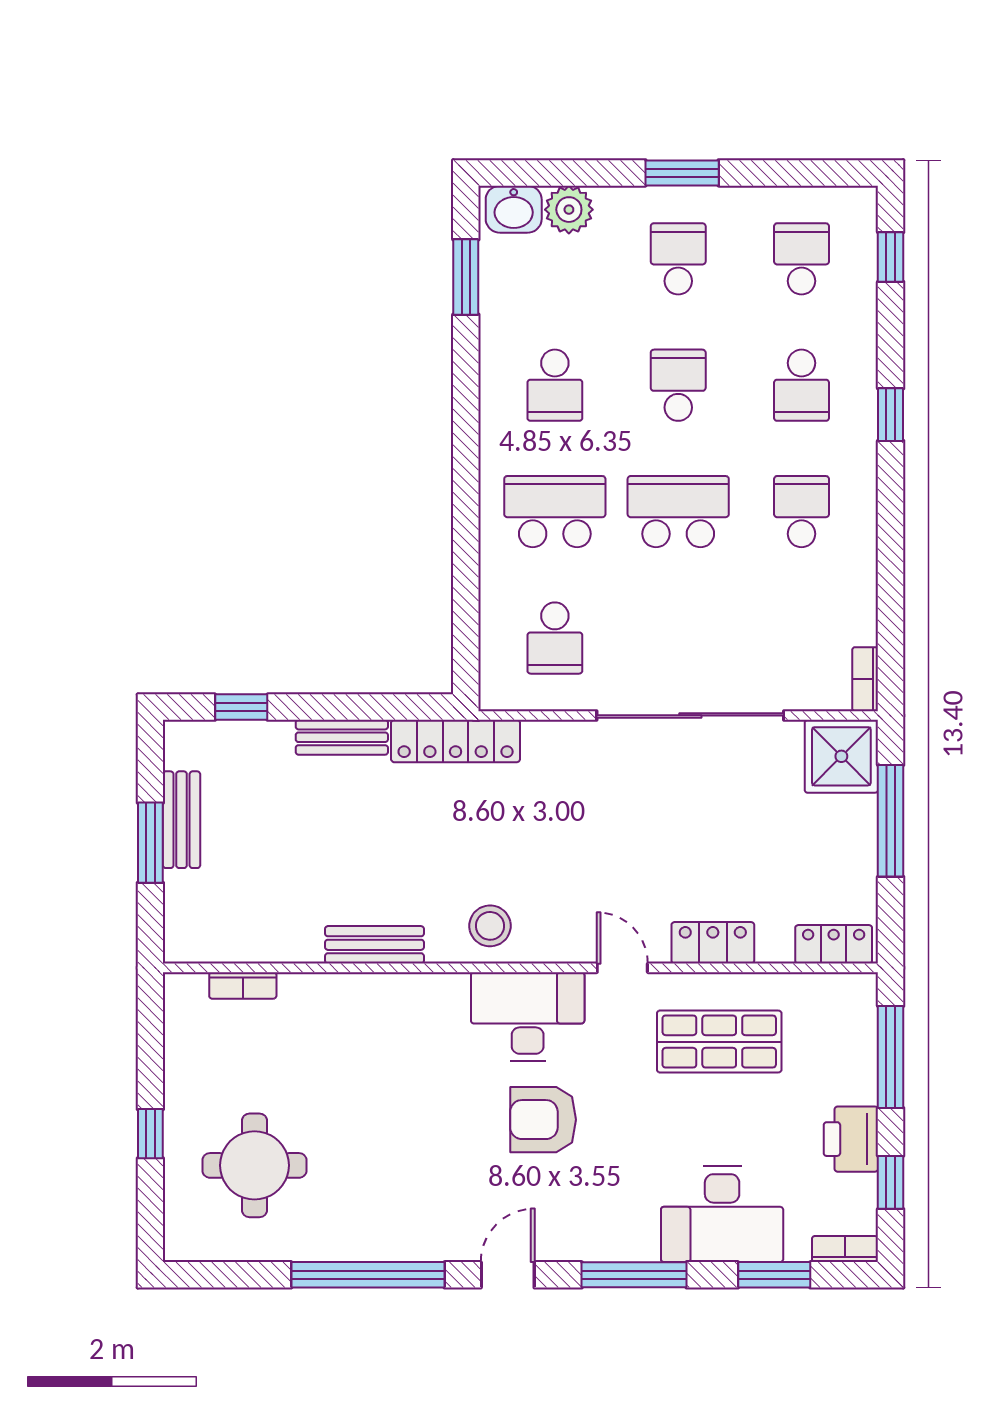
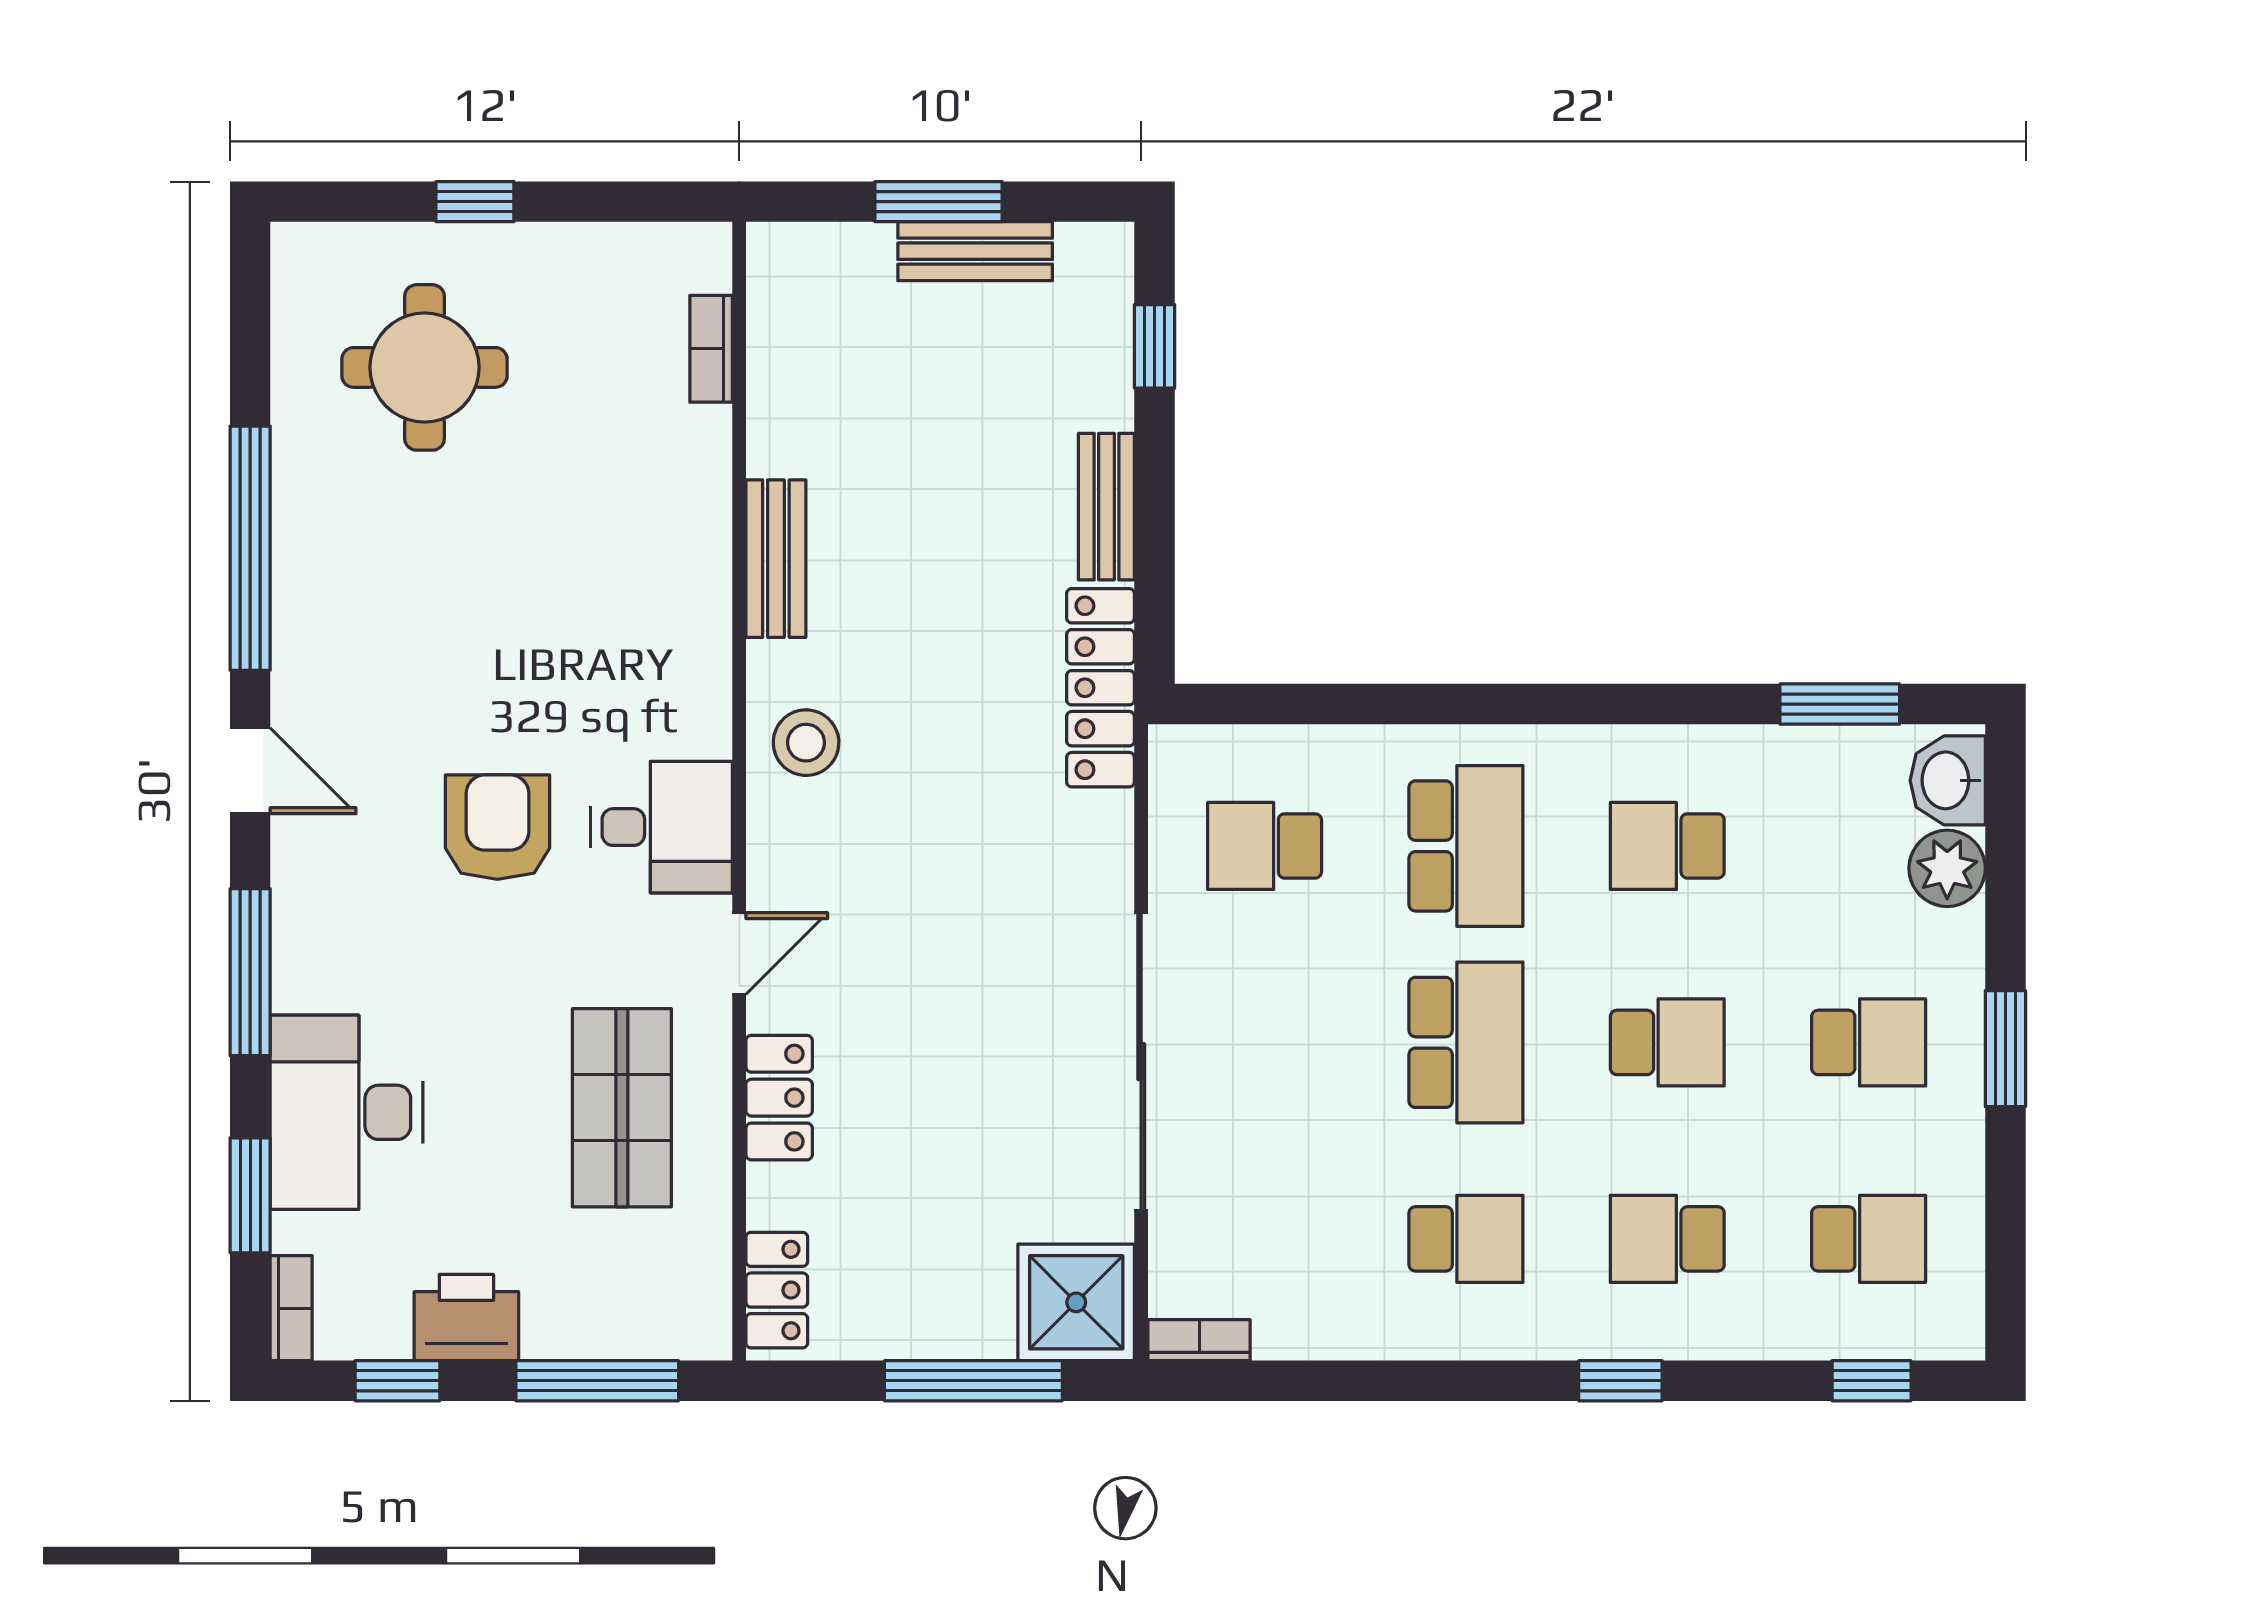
desk: (528, 1017) -> (662, 827), width x0.73

